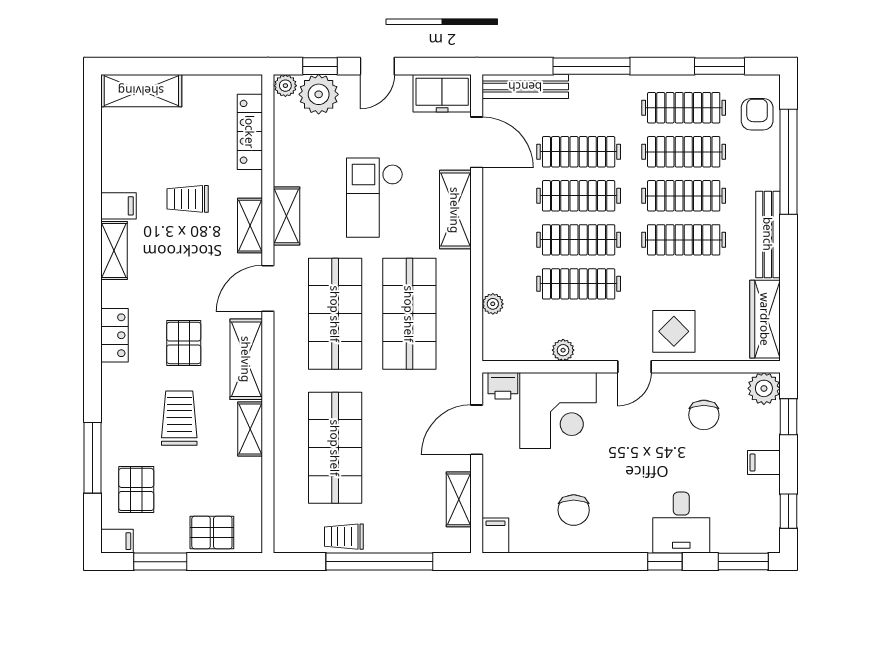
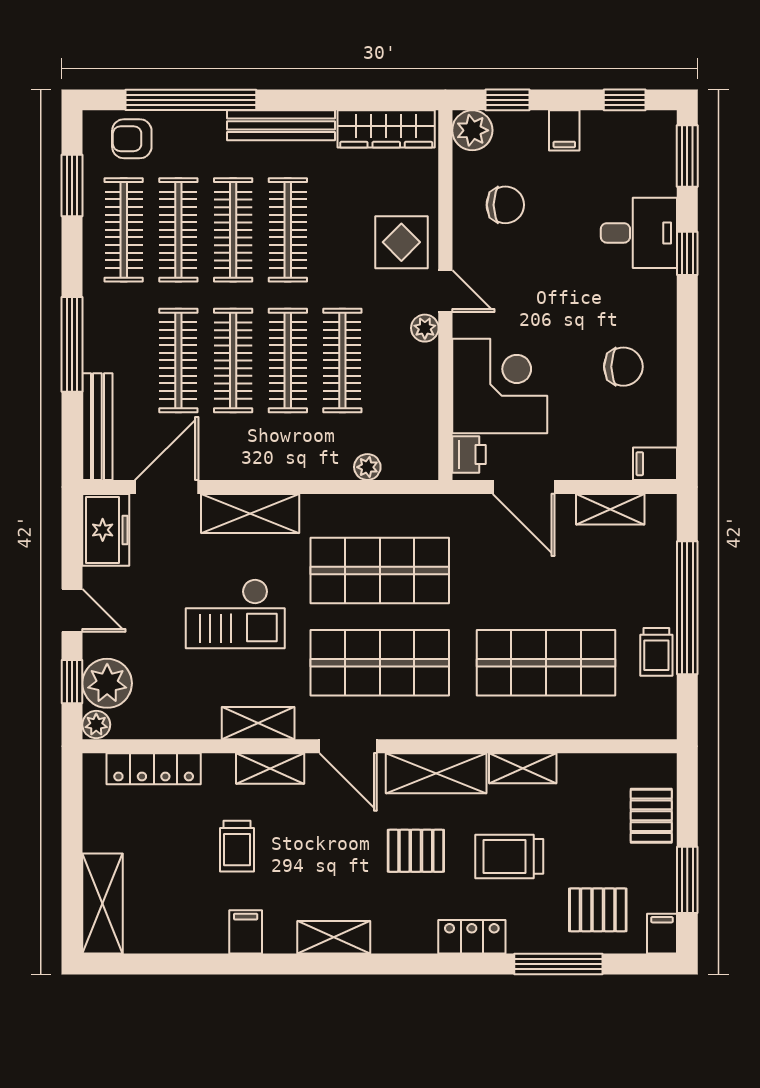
shelving: (114, 251) -> (334, 937), moved
locker: (115, 335) -> (472, 937), moved
plant: (563, 350) -> (425, 328), moved

